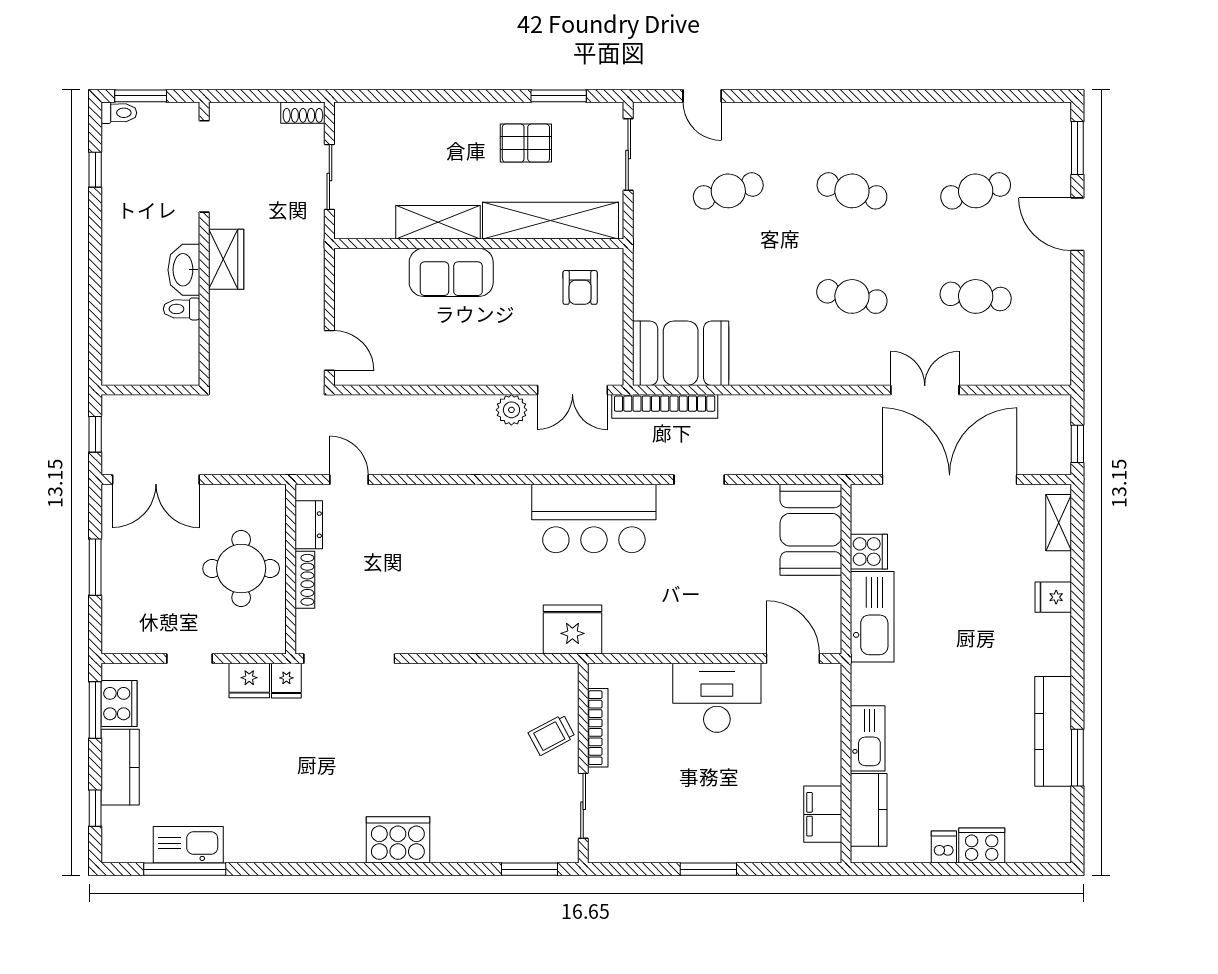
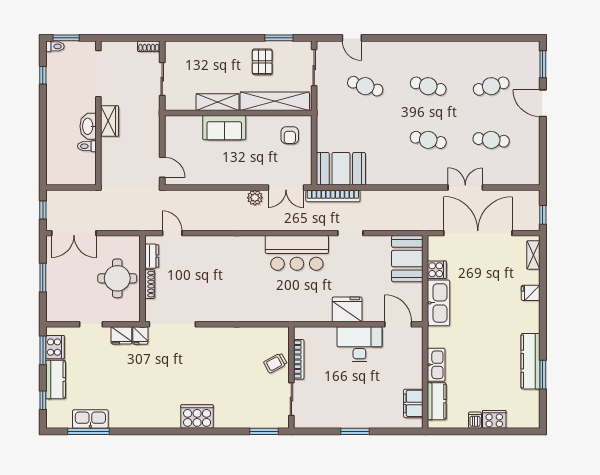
pallet: (526, 143) -> (262, 62), turned 90
cafe table: (728, 191) -> (365, 86), turned 33
fridge: (572, 630) -> (347, 309), moved

